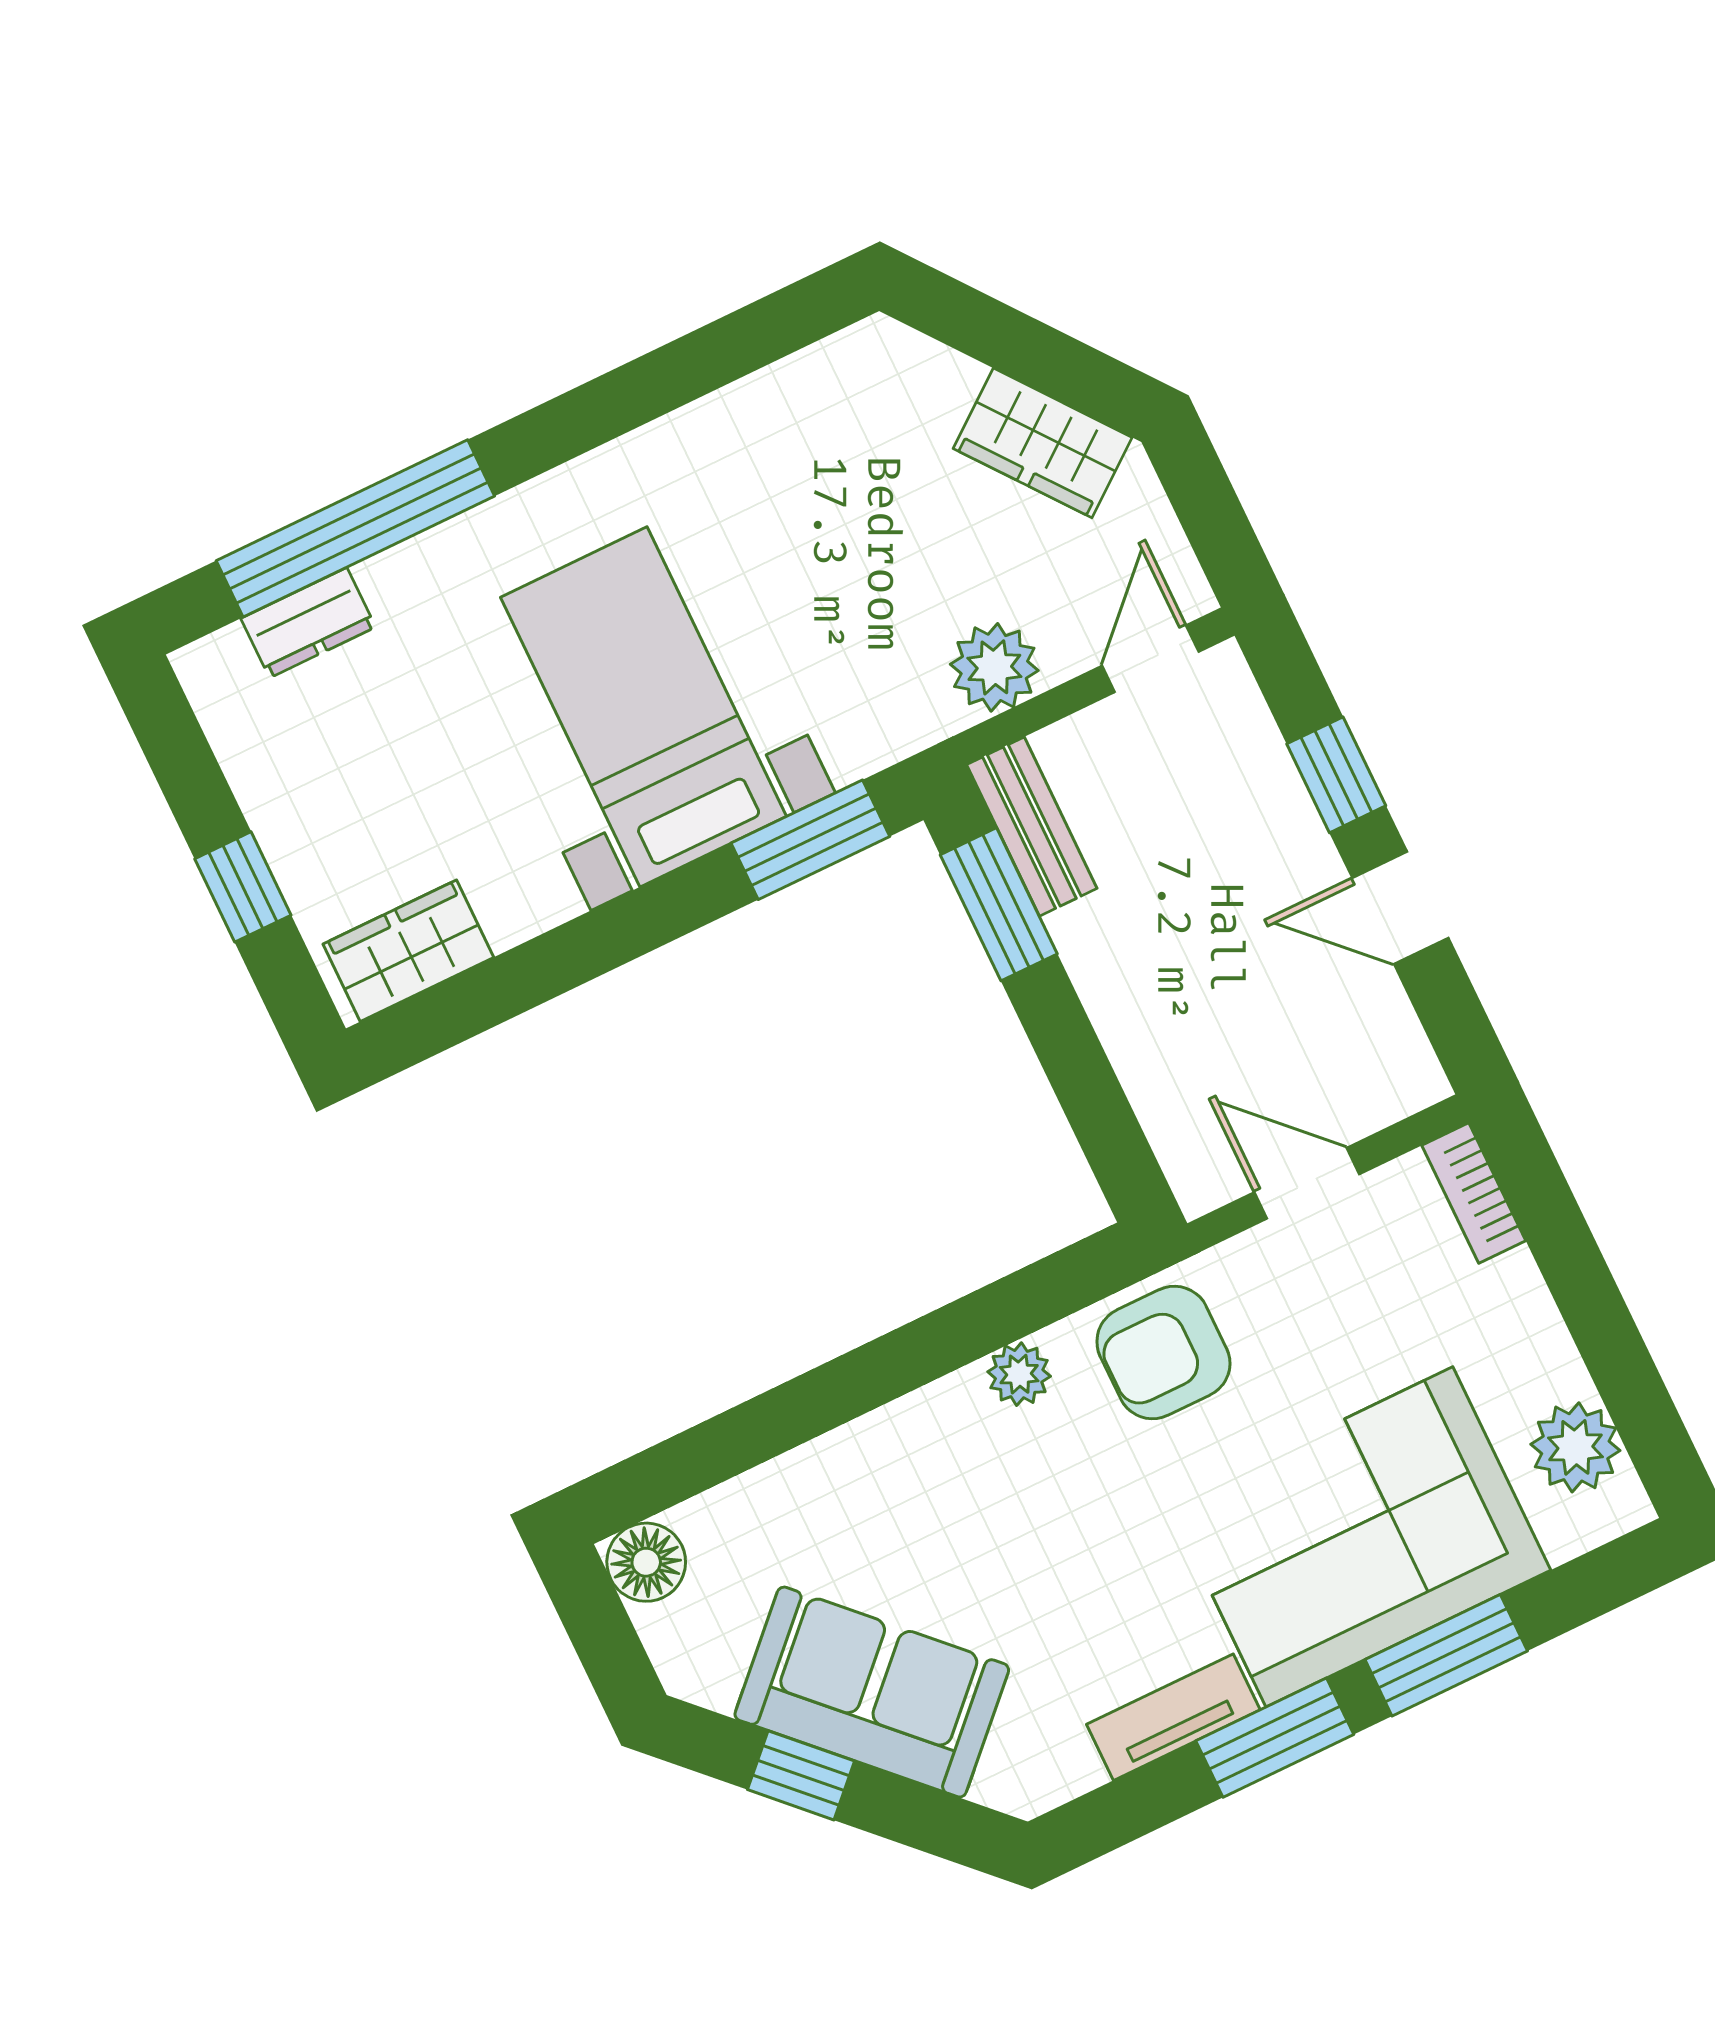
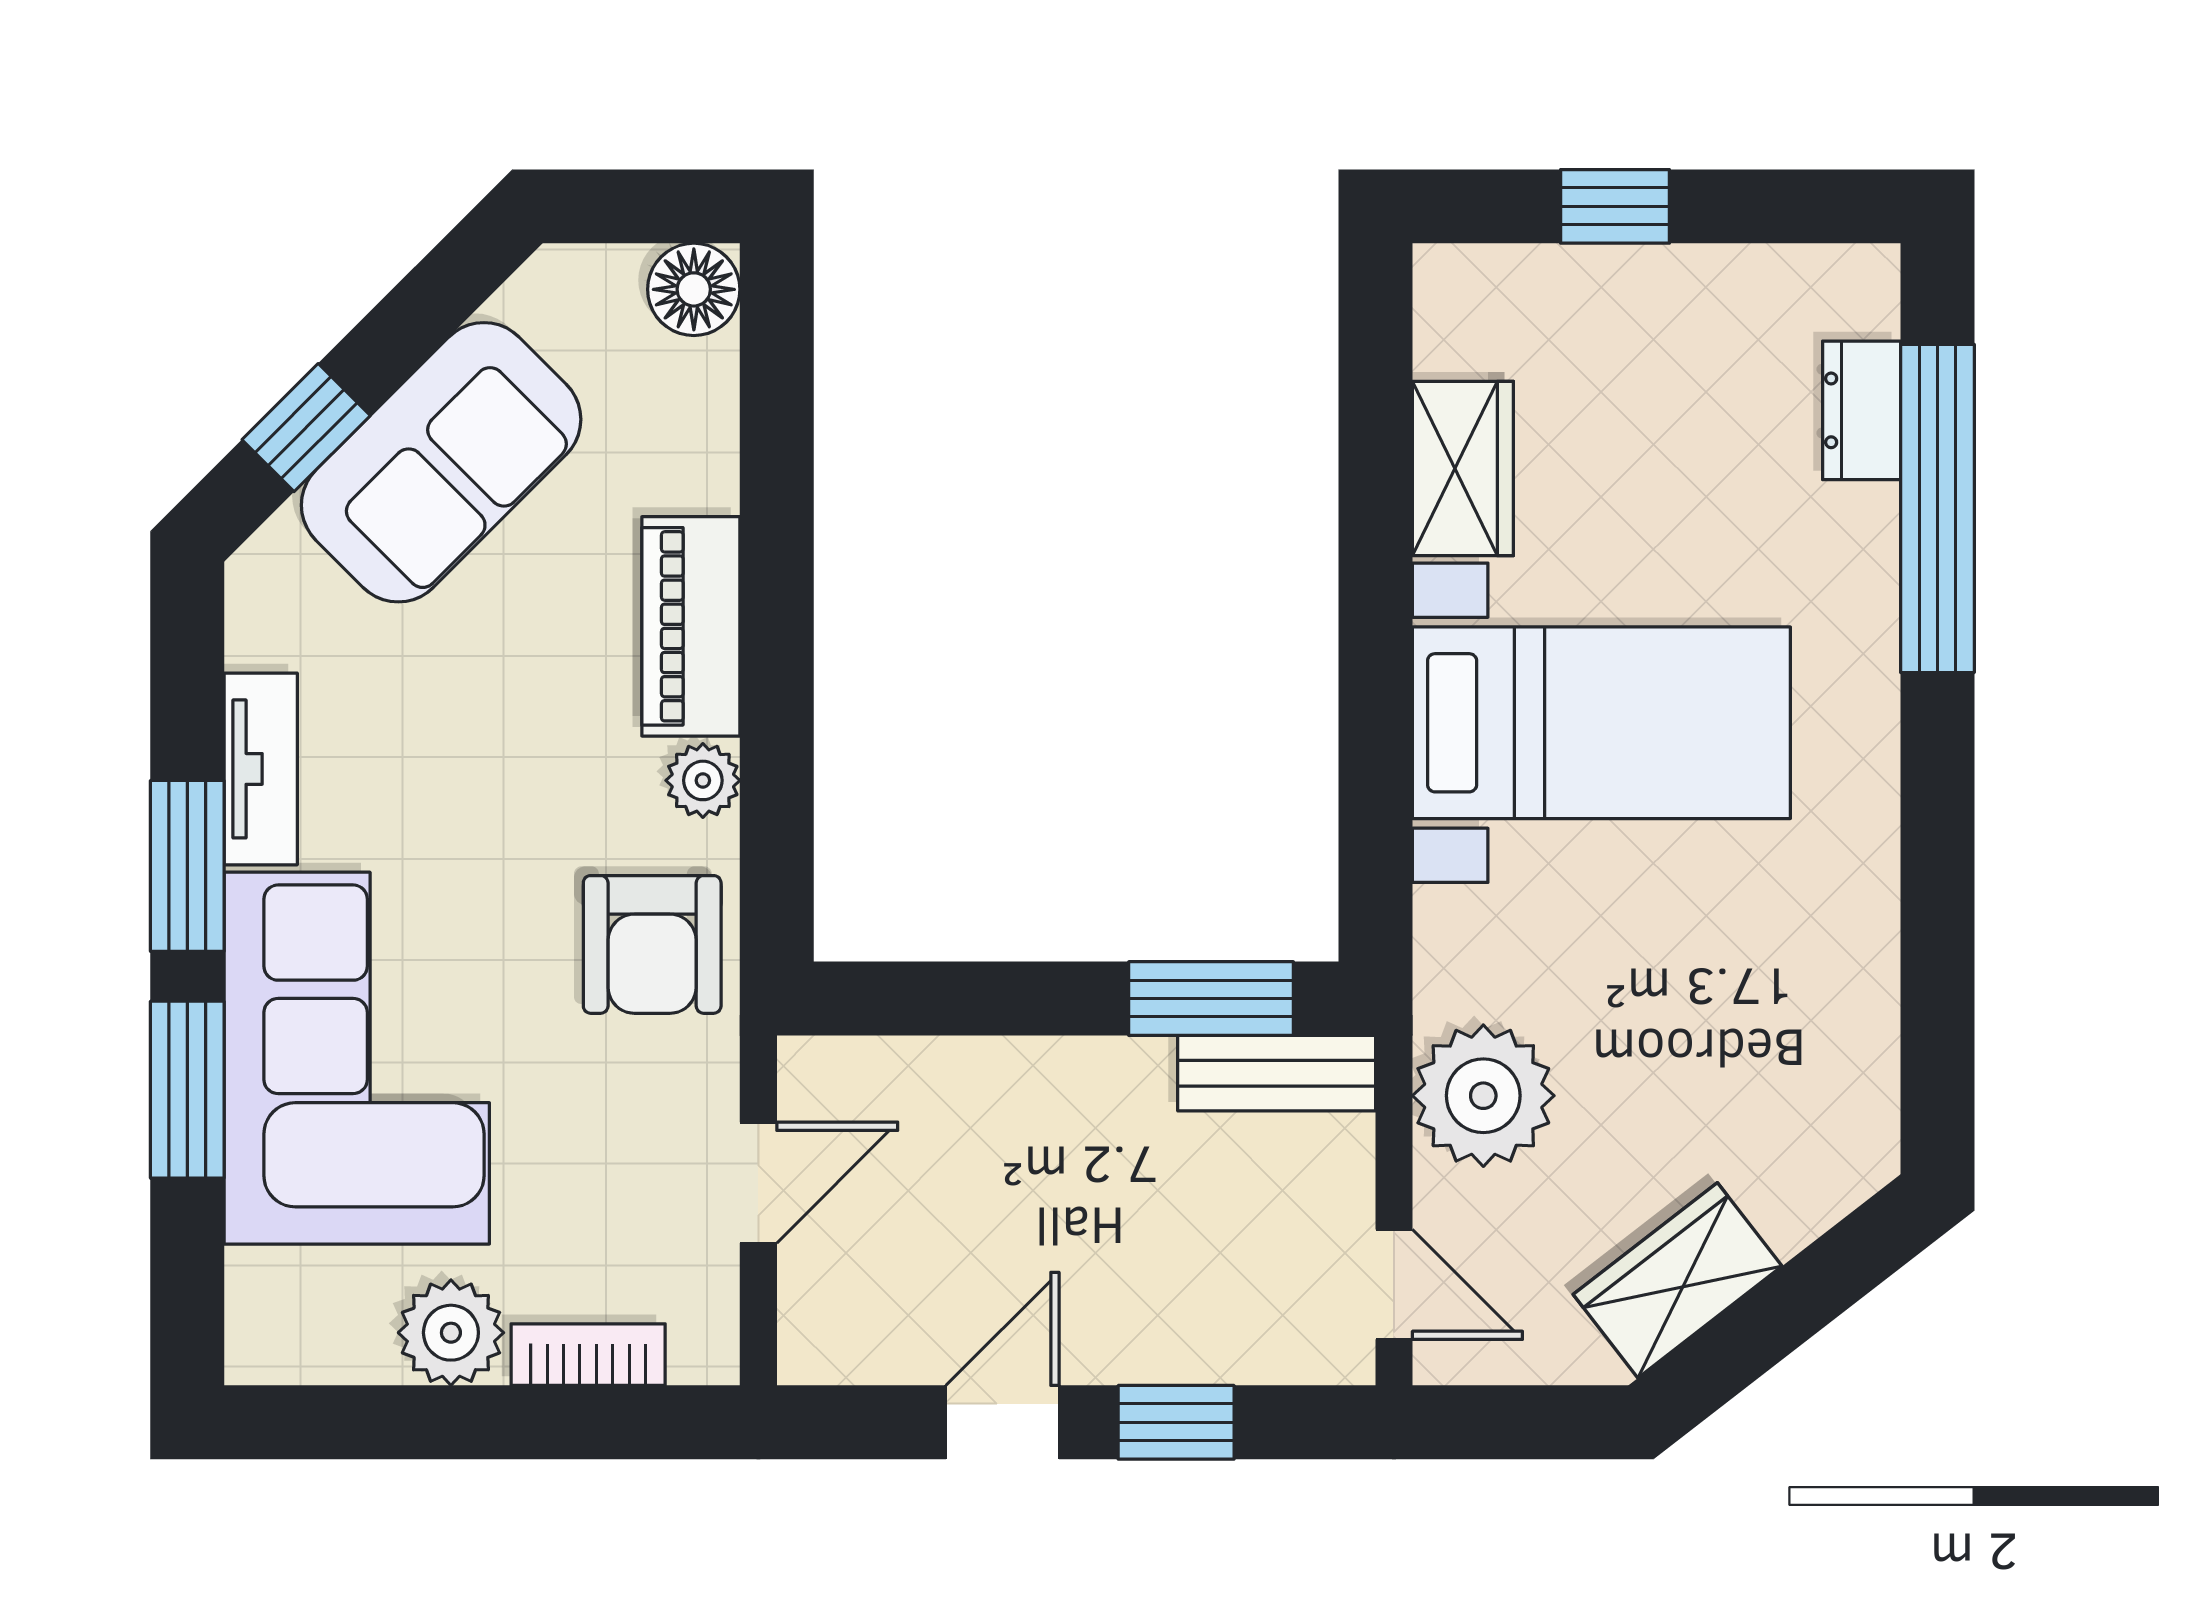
plant: (994, 667) -> (1483, 1096), width x1.36, depth x1.36
window: (810, 840) -> (1376, 832), removed
wardrobe: (408, 951) -> (1463, 468), moved
bookcase: (1474, 1193) -> (588, 1355), moved
armchair: (1163, 1353) -> (652, 944), turned 180
piano: (905, 1440) -> (691, 626), added
plant: (1575, 1447) -> (451, 1333), moved
window: (801, 1775) -> (306, 428), moved

